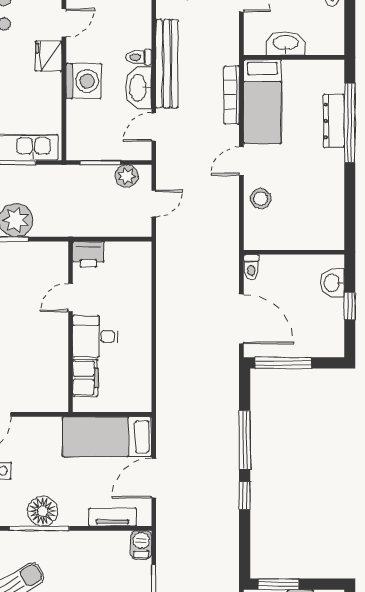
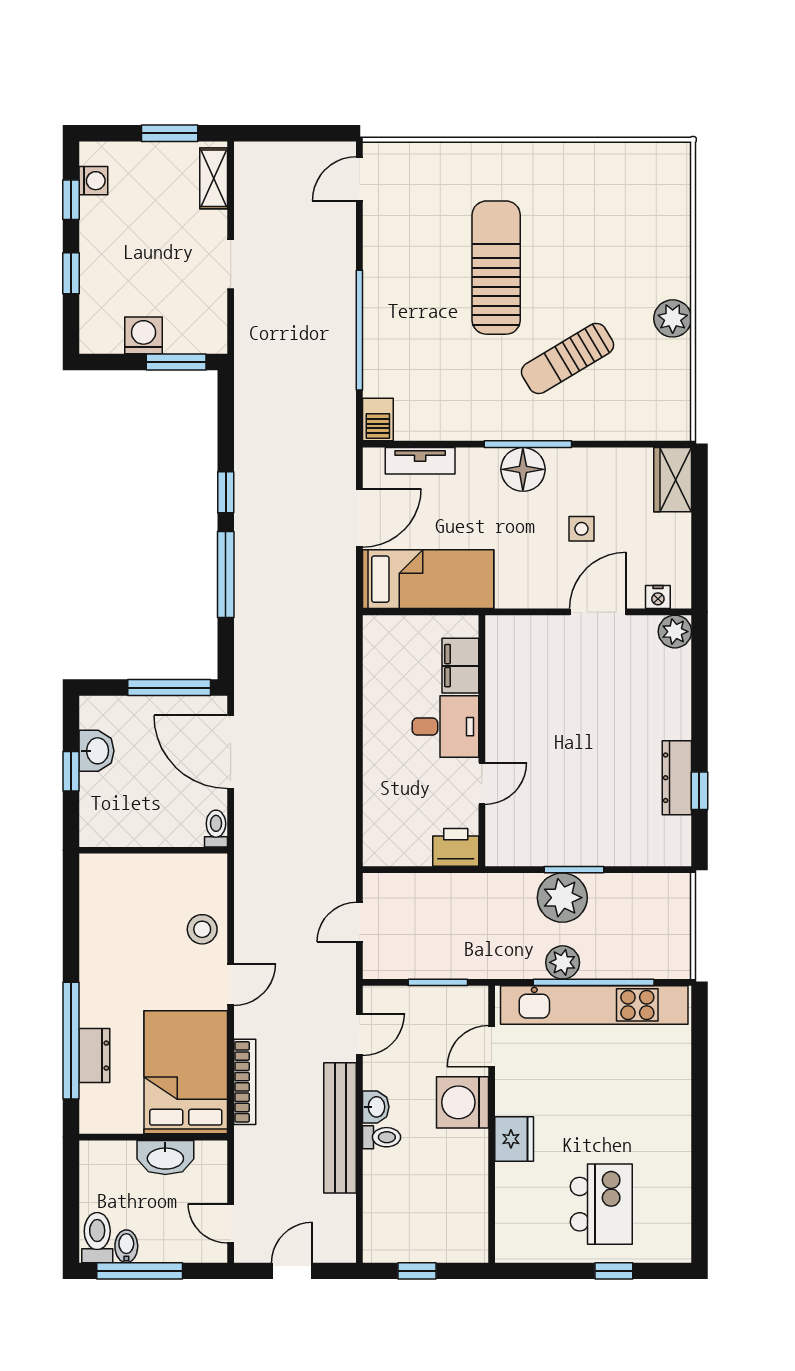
door: (64, 23) -> (492, 1046), moved
washbasin: (139, 88) -> (376, 1107), width x0.52, depth x0.69
bed: (262, 101) -> (186, 1072), width x1.50
dresser: (334, 121) -> (94, 1056), width x0.70
plant: (127, 176) -> (563, 962), moved
washbasin: (332, 283) -> (97, 751), moved

